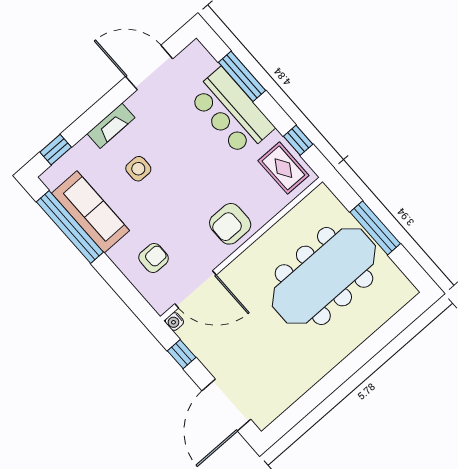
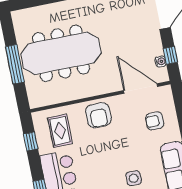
rug: (283, 168) -> (60, 131), moved
armchair: (230, 224) -> (98, 115), turned 90
water cooler: (174, 321) -> (161, 61), moved

